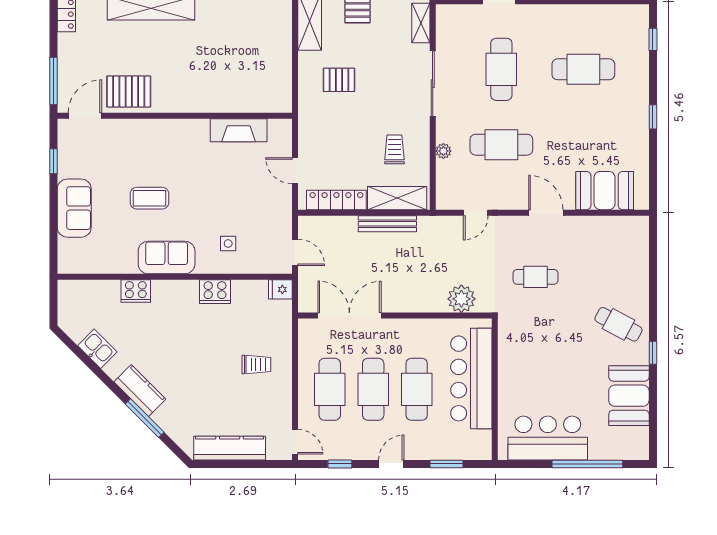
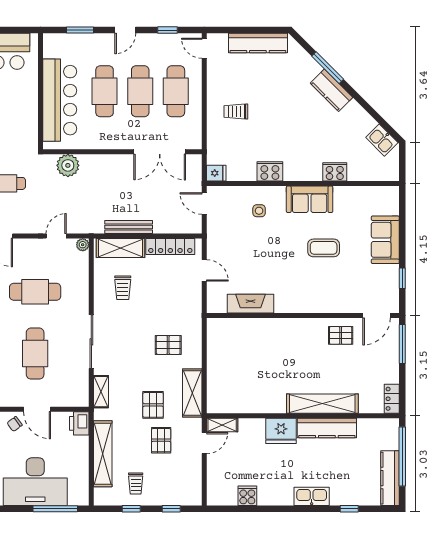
pallet: (129, 92) -> (341, 335), width x0.67, depth x0.71
plant: (443, 151) -> (83, 245), moved
kitchen sink: (97, 349) -> (382, 140), moved

